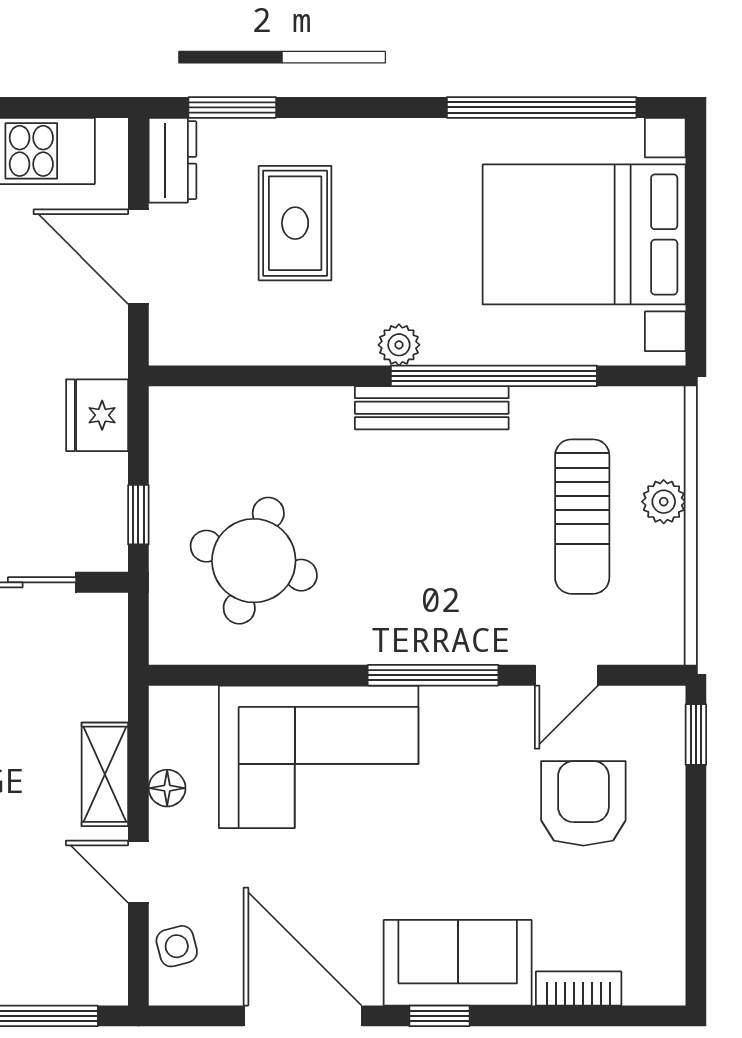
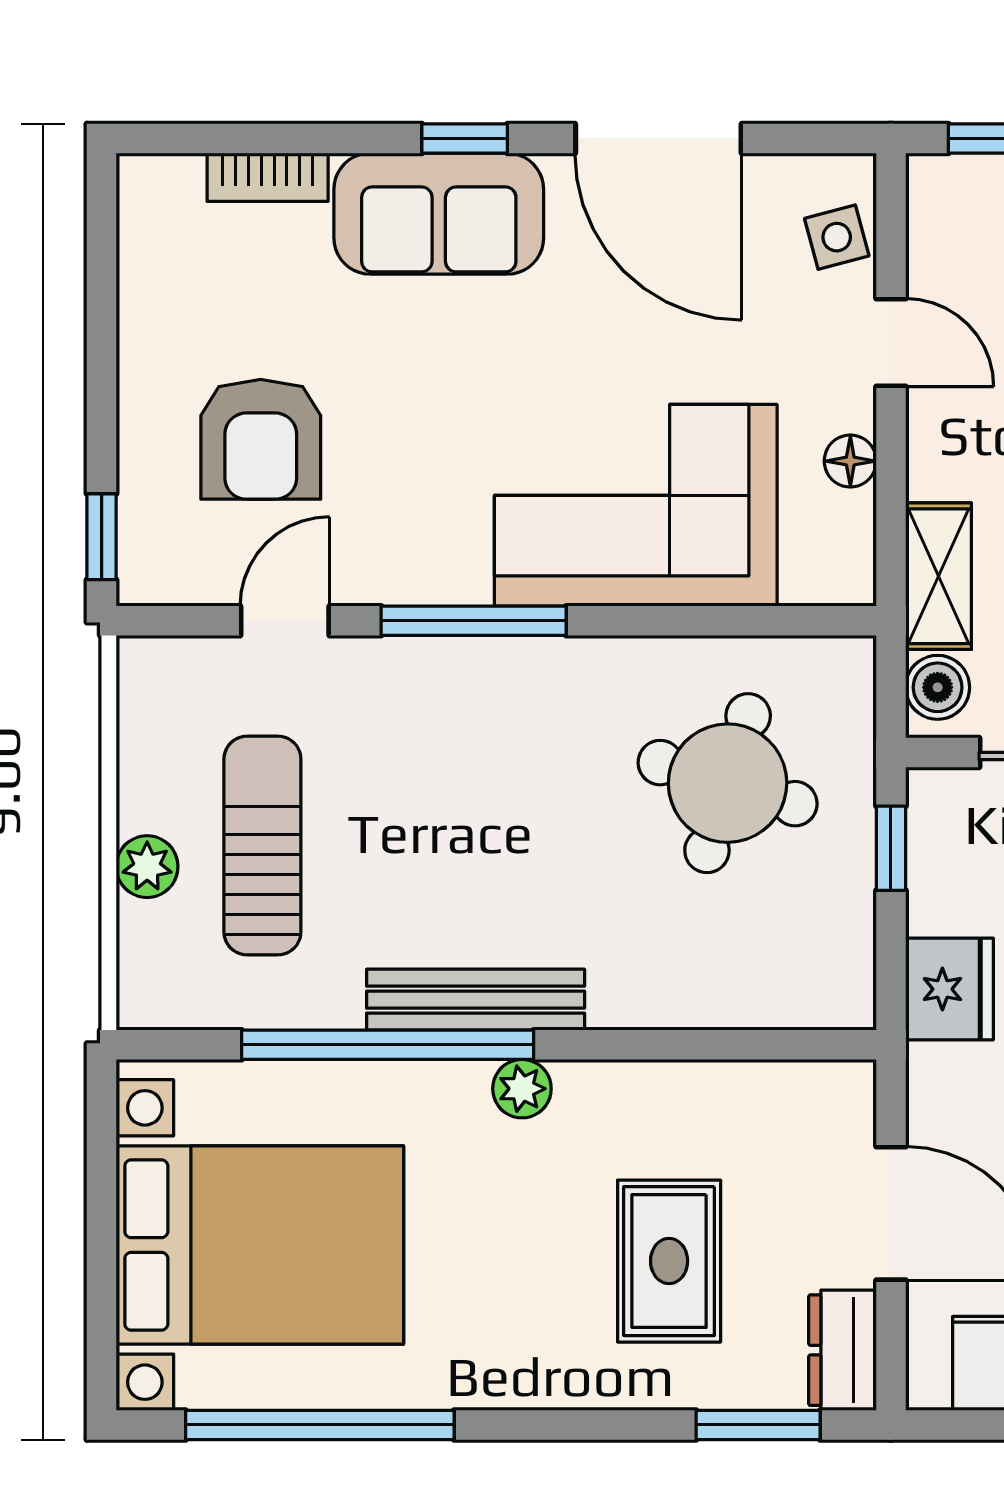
boiler: (105, 628) -> (938, 687), added
shelving: (105, 774) -> (939, 576), moved

